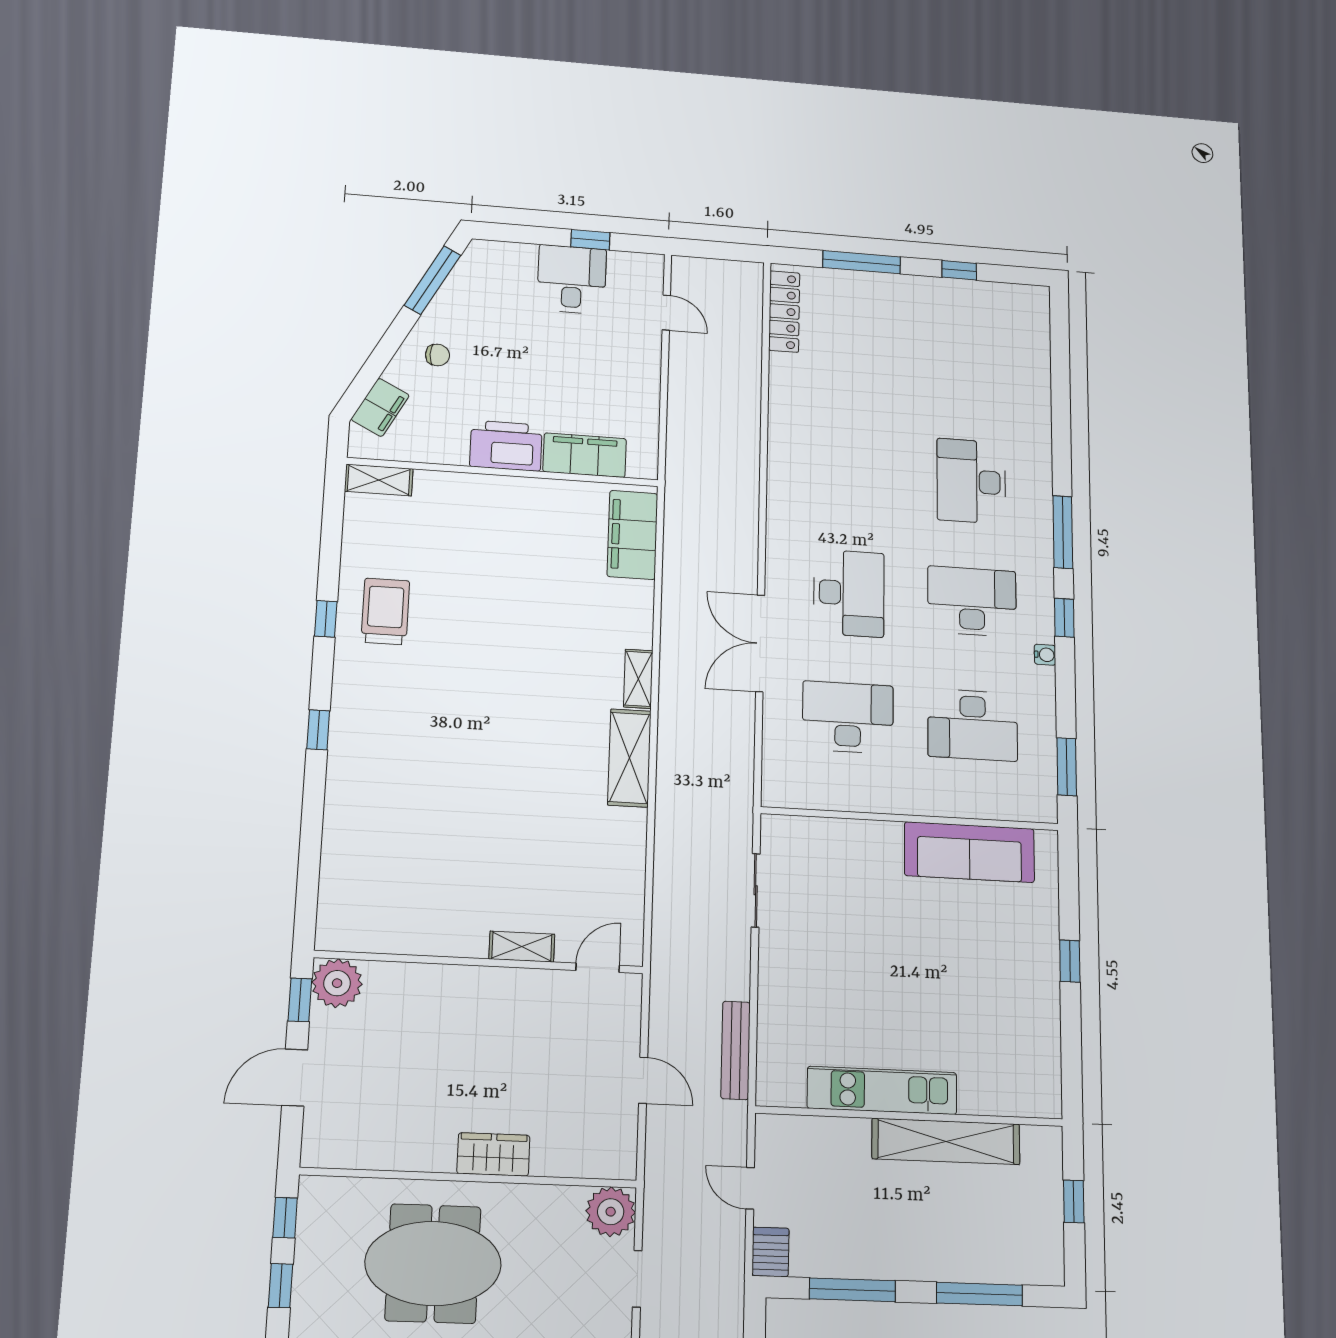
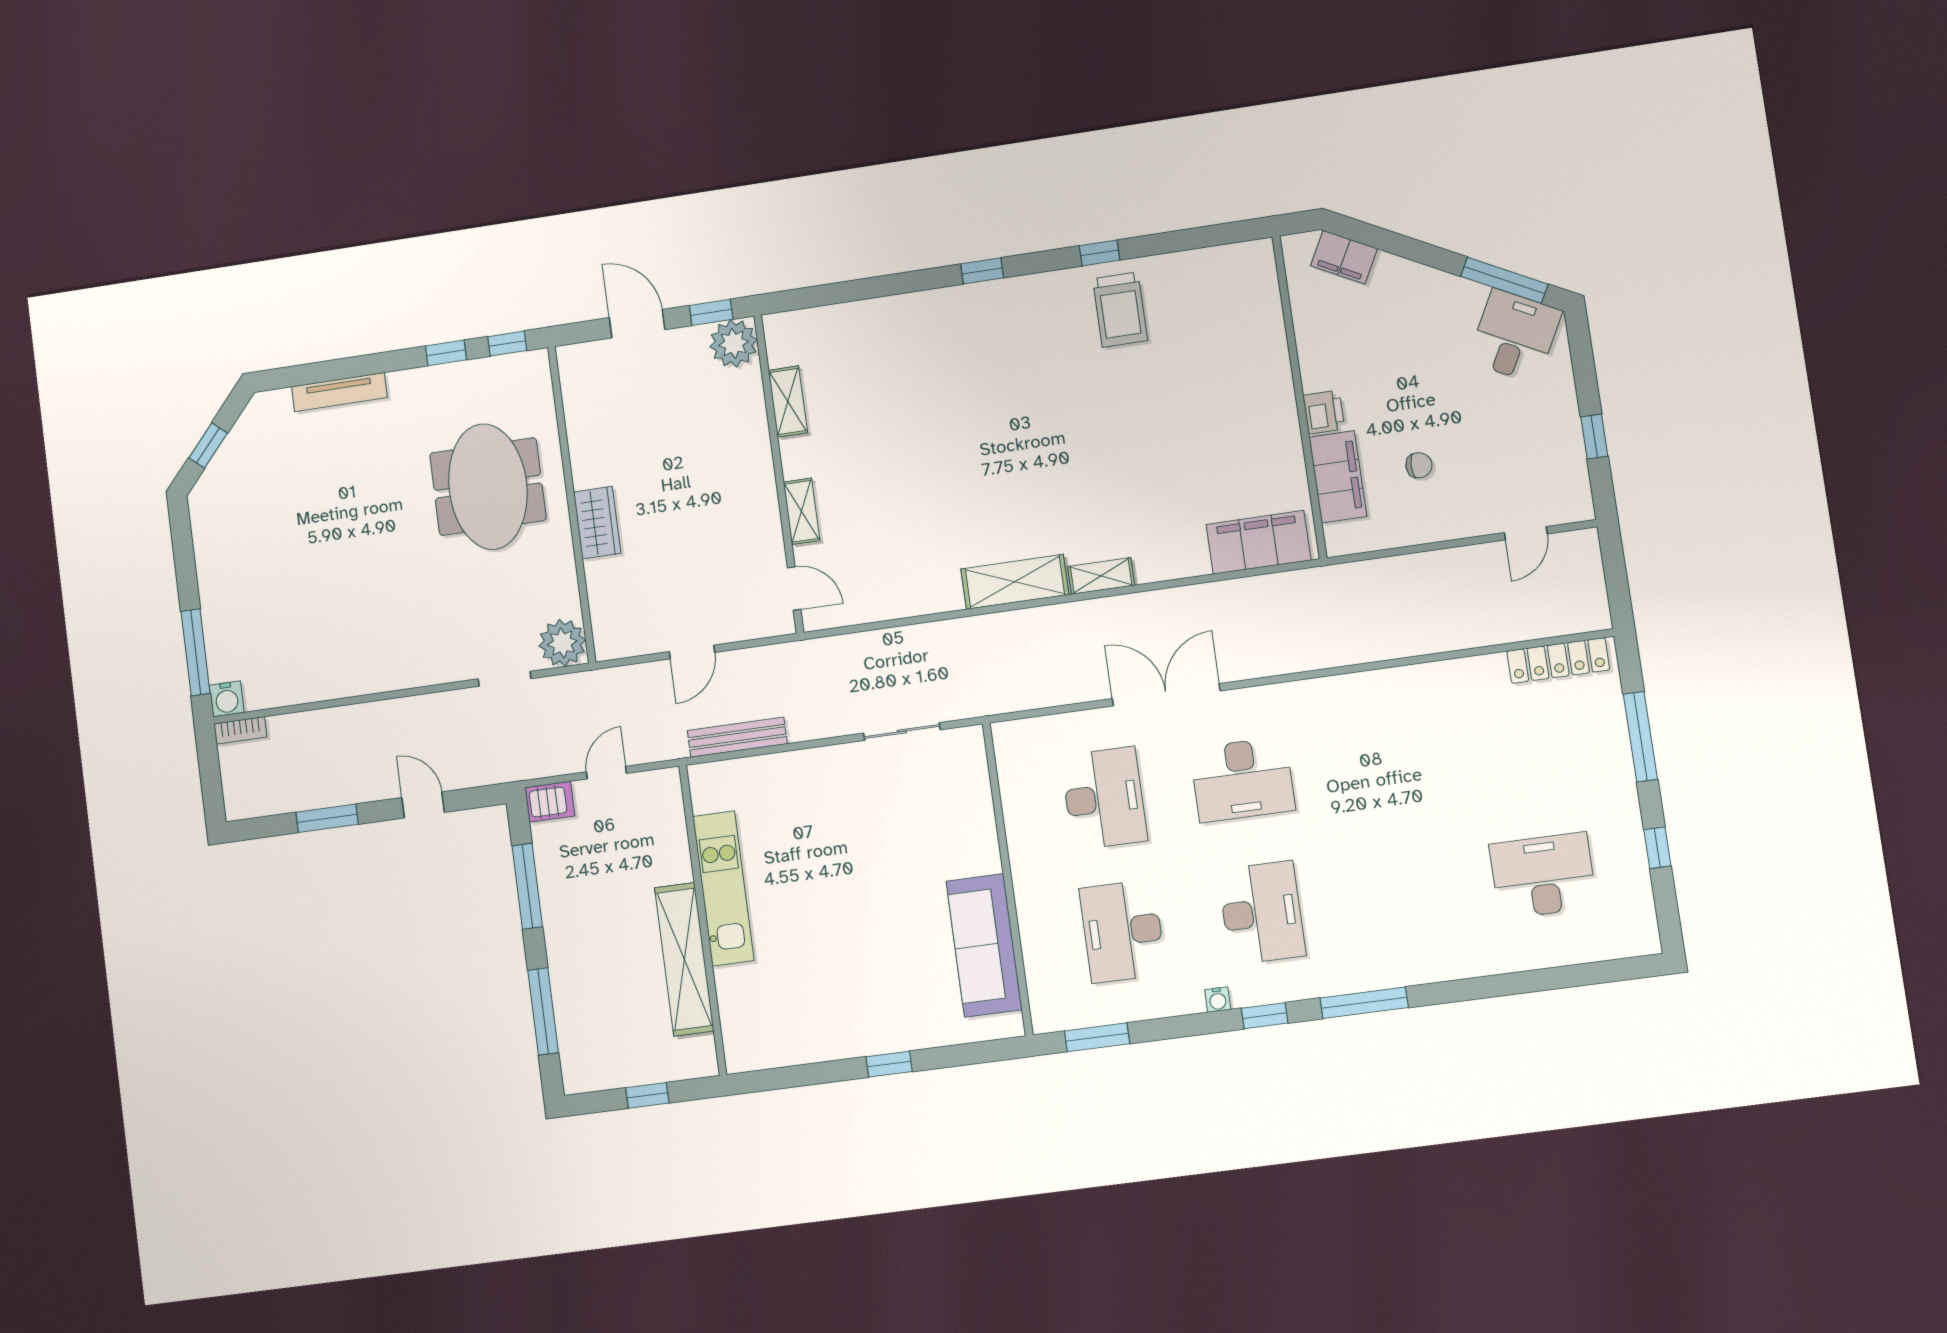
desk: (572, 279) -> (1515, 336), moved, turned -62
chair: (437, 355) -> (1419, 465), moved, turned -90
printer: (506, 446) -> (1324, 412), width x0.53, depth x0.68
shelving: (379, 480) -> (788, 402), moved
desk: (971, 481) -> (1543, 876), moved
trolley: (385, 611) -> (1120, 310), turned 90

